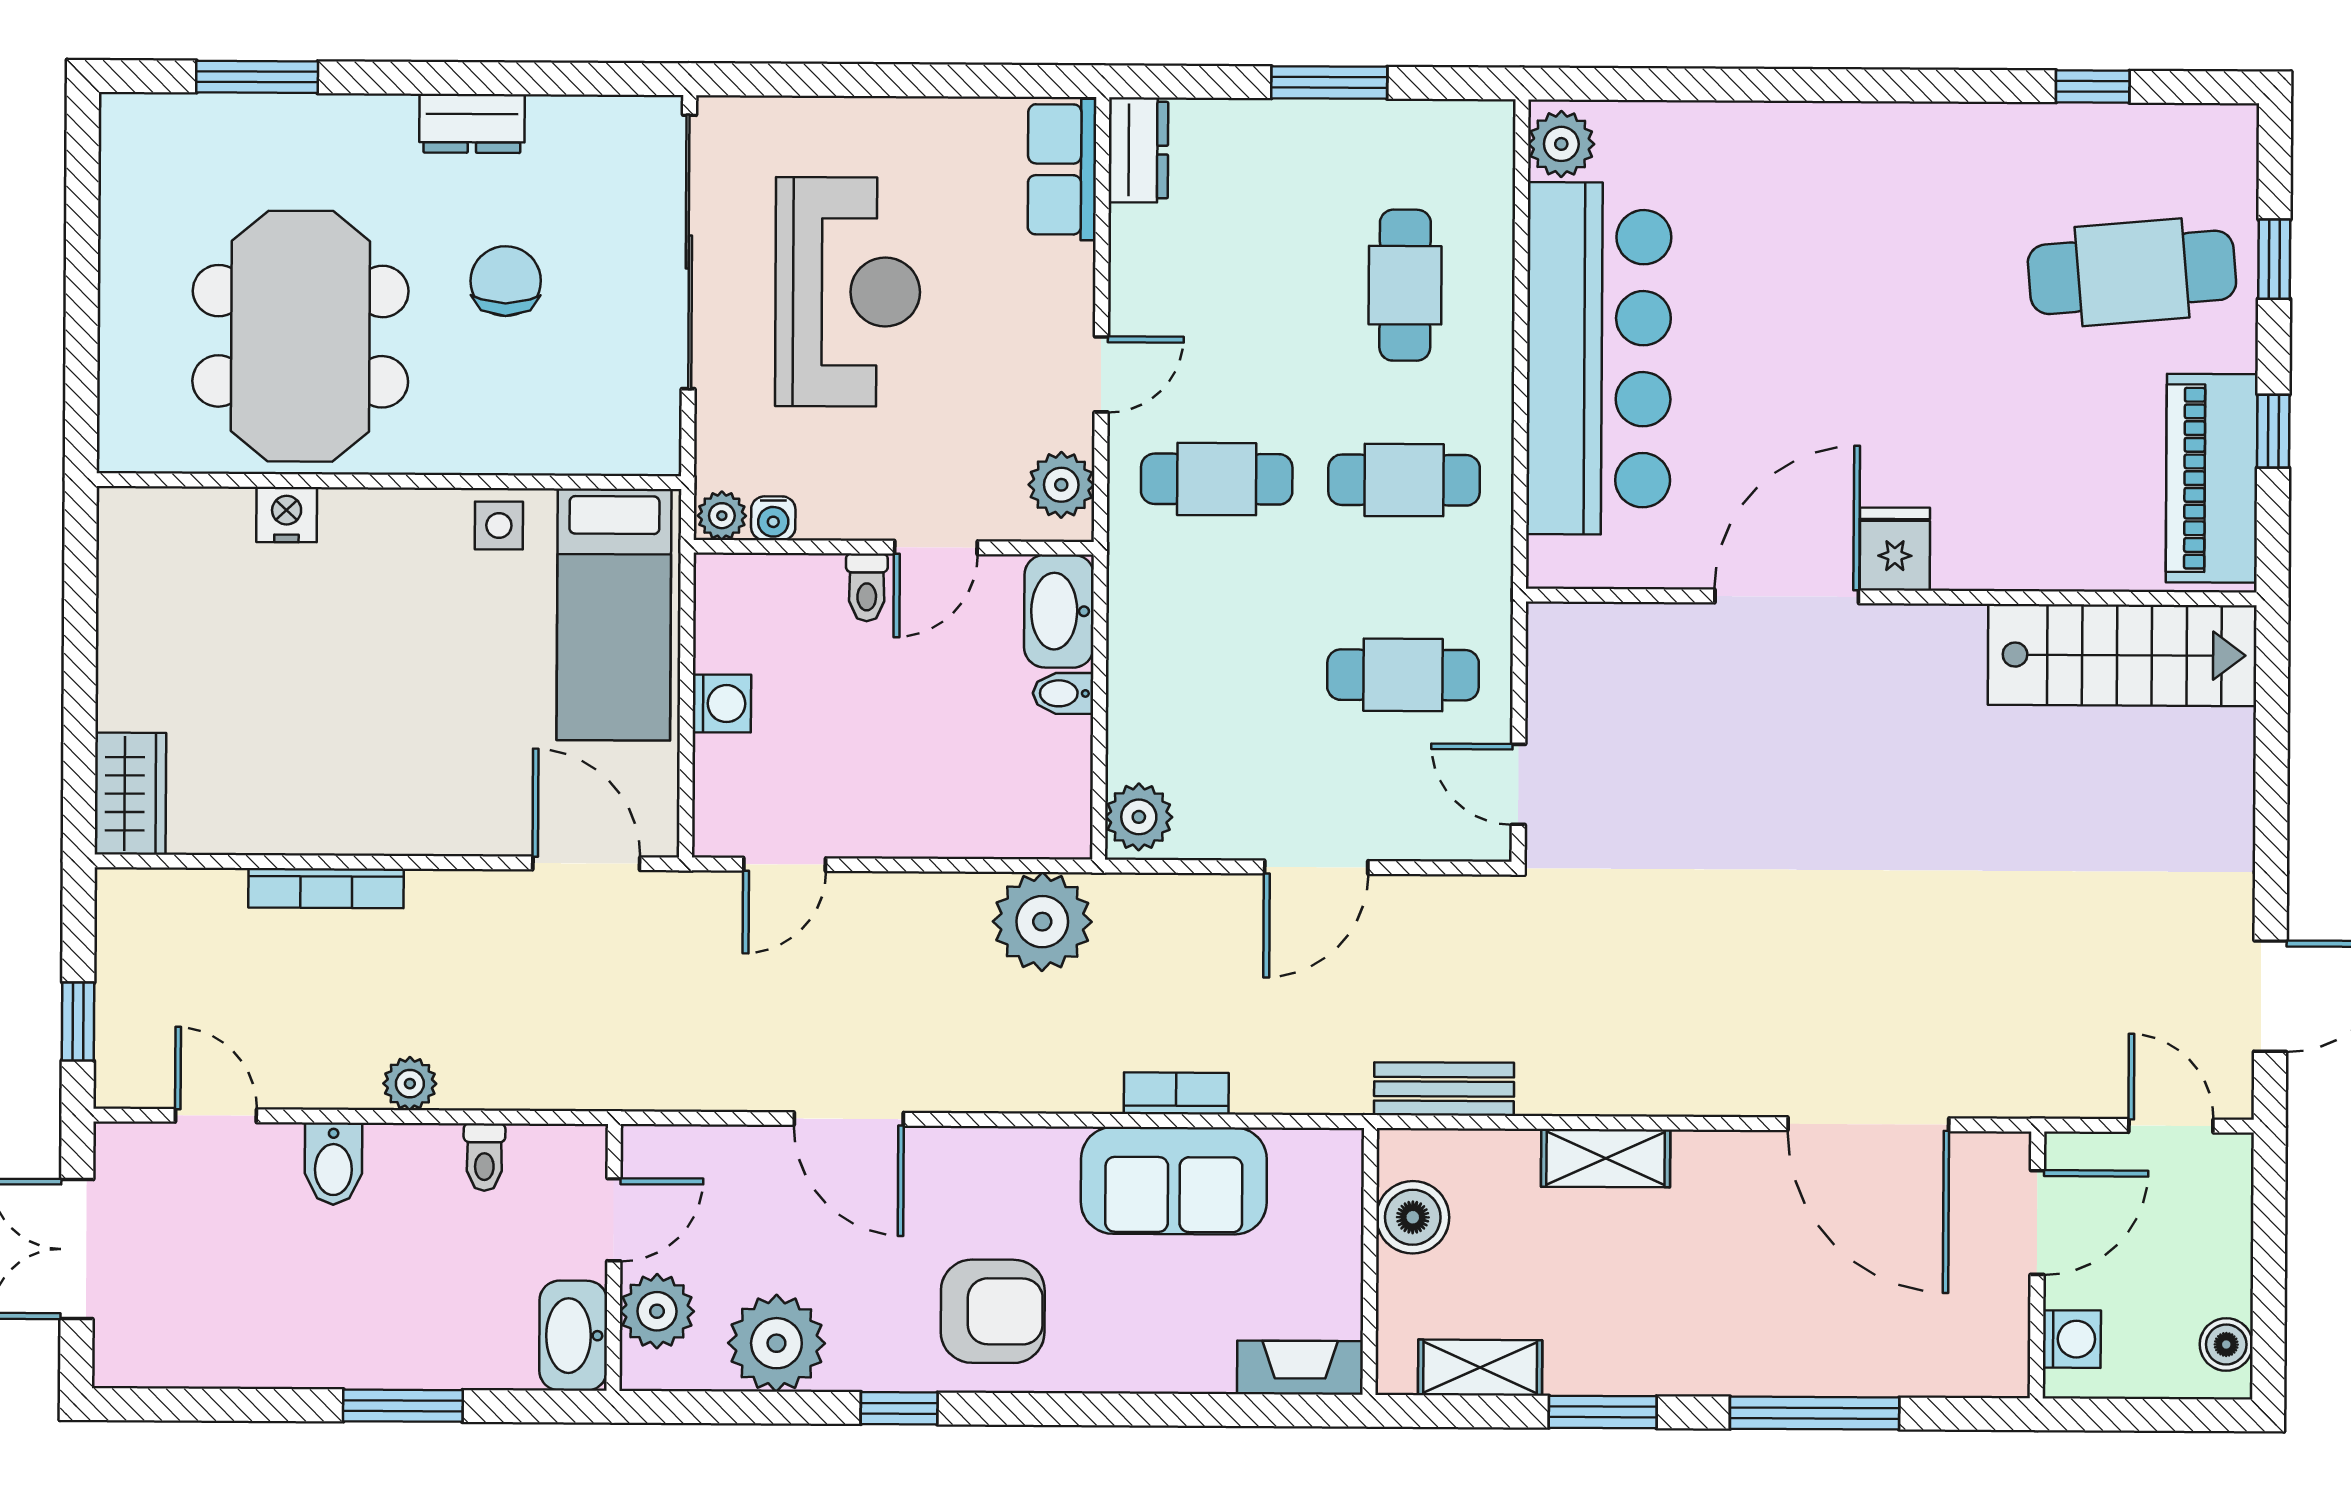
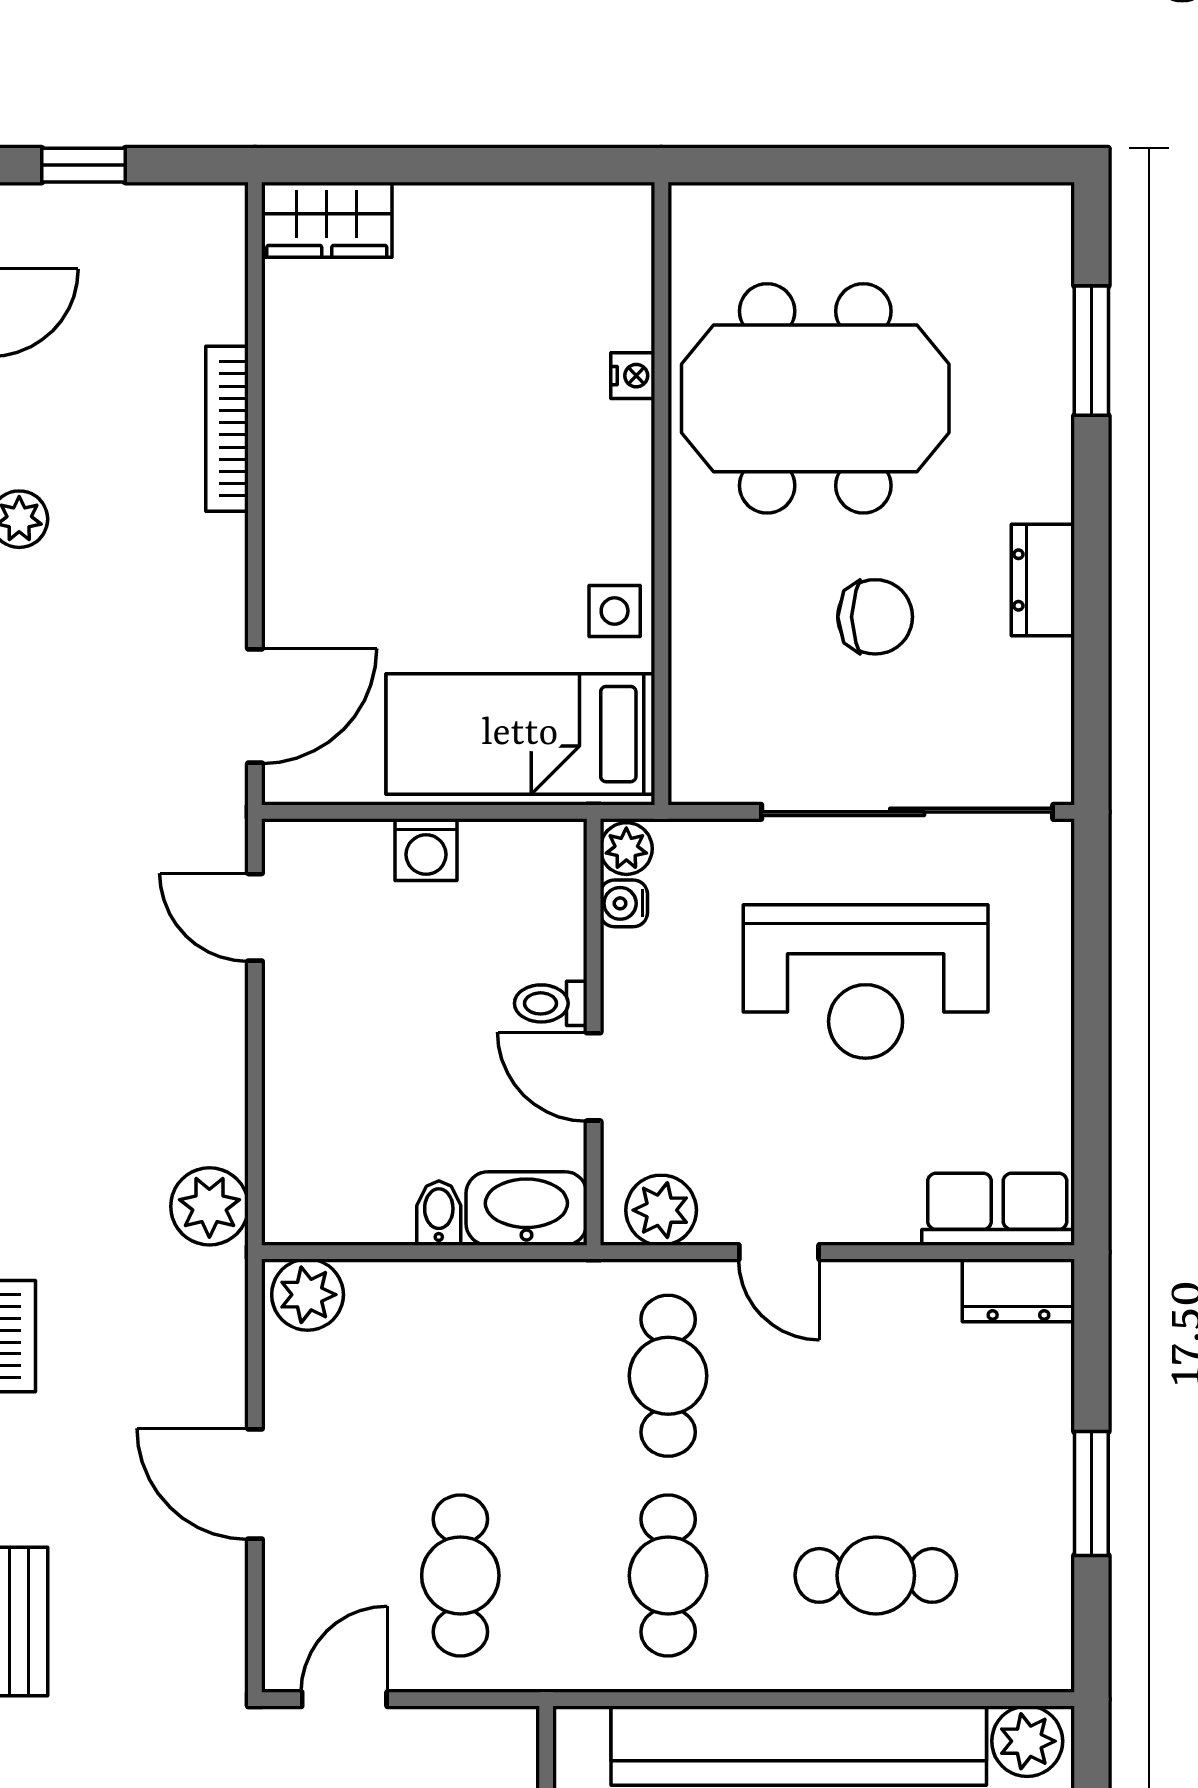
nightstand: (287, 515) -> (633, 376), width x0.72, depth x0.74
plant: (1042, 922) -> (209, 1206), width x0.73, depth x0.73

